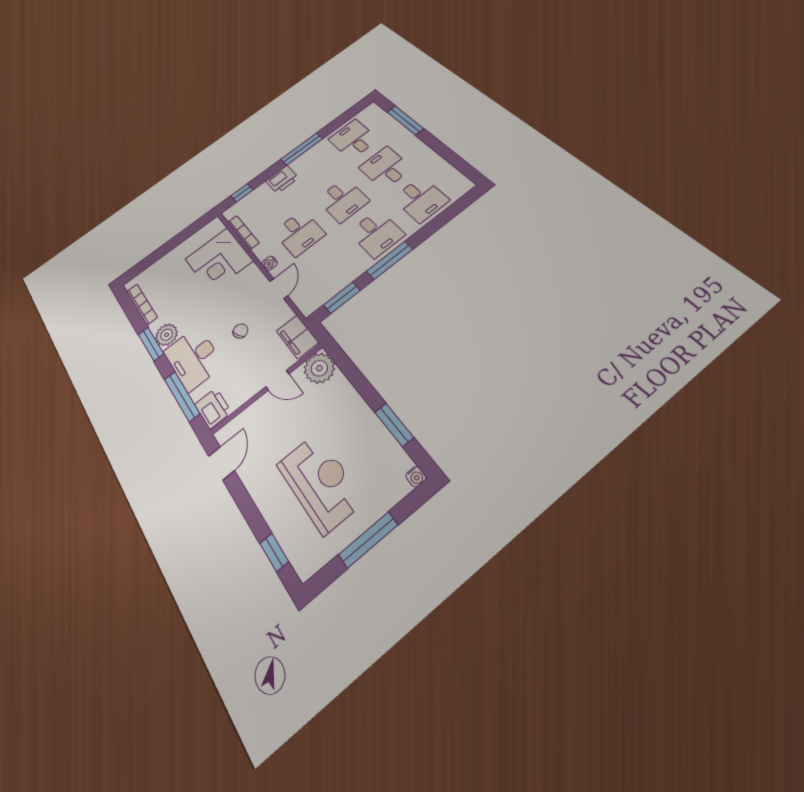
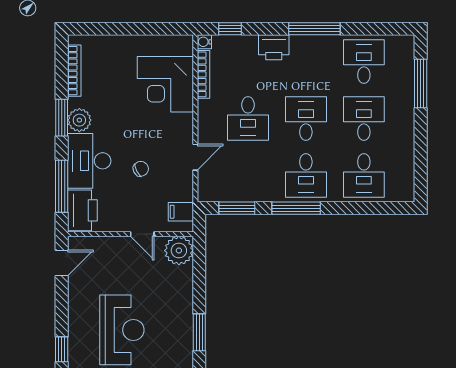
desk: (343, 200) -> (306, 118), turned 180
water cooler: (270, 263) -> (204, 42), moved
filing cabinet: (297, 337) -> (181, 212), width x0.50
printer: (213, 408) -> (82, 210), width x1.37, depth x1.19

